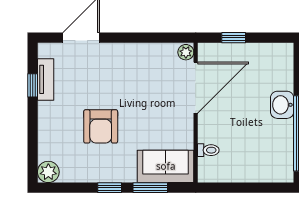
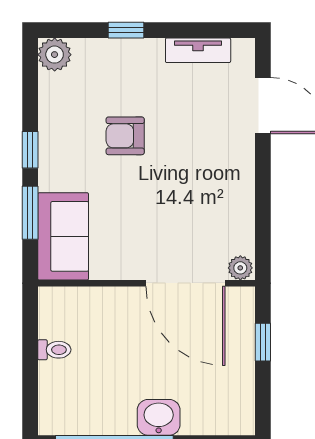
window: (33, 85) -> (126, 30), moved
armchair: (101, 126) -> (125, 136), width x0.72, depth x0.72
toilet: (208, 150) -> (54, 350), moved, turned -90

